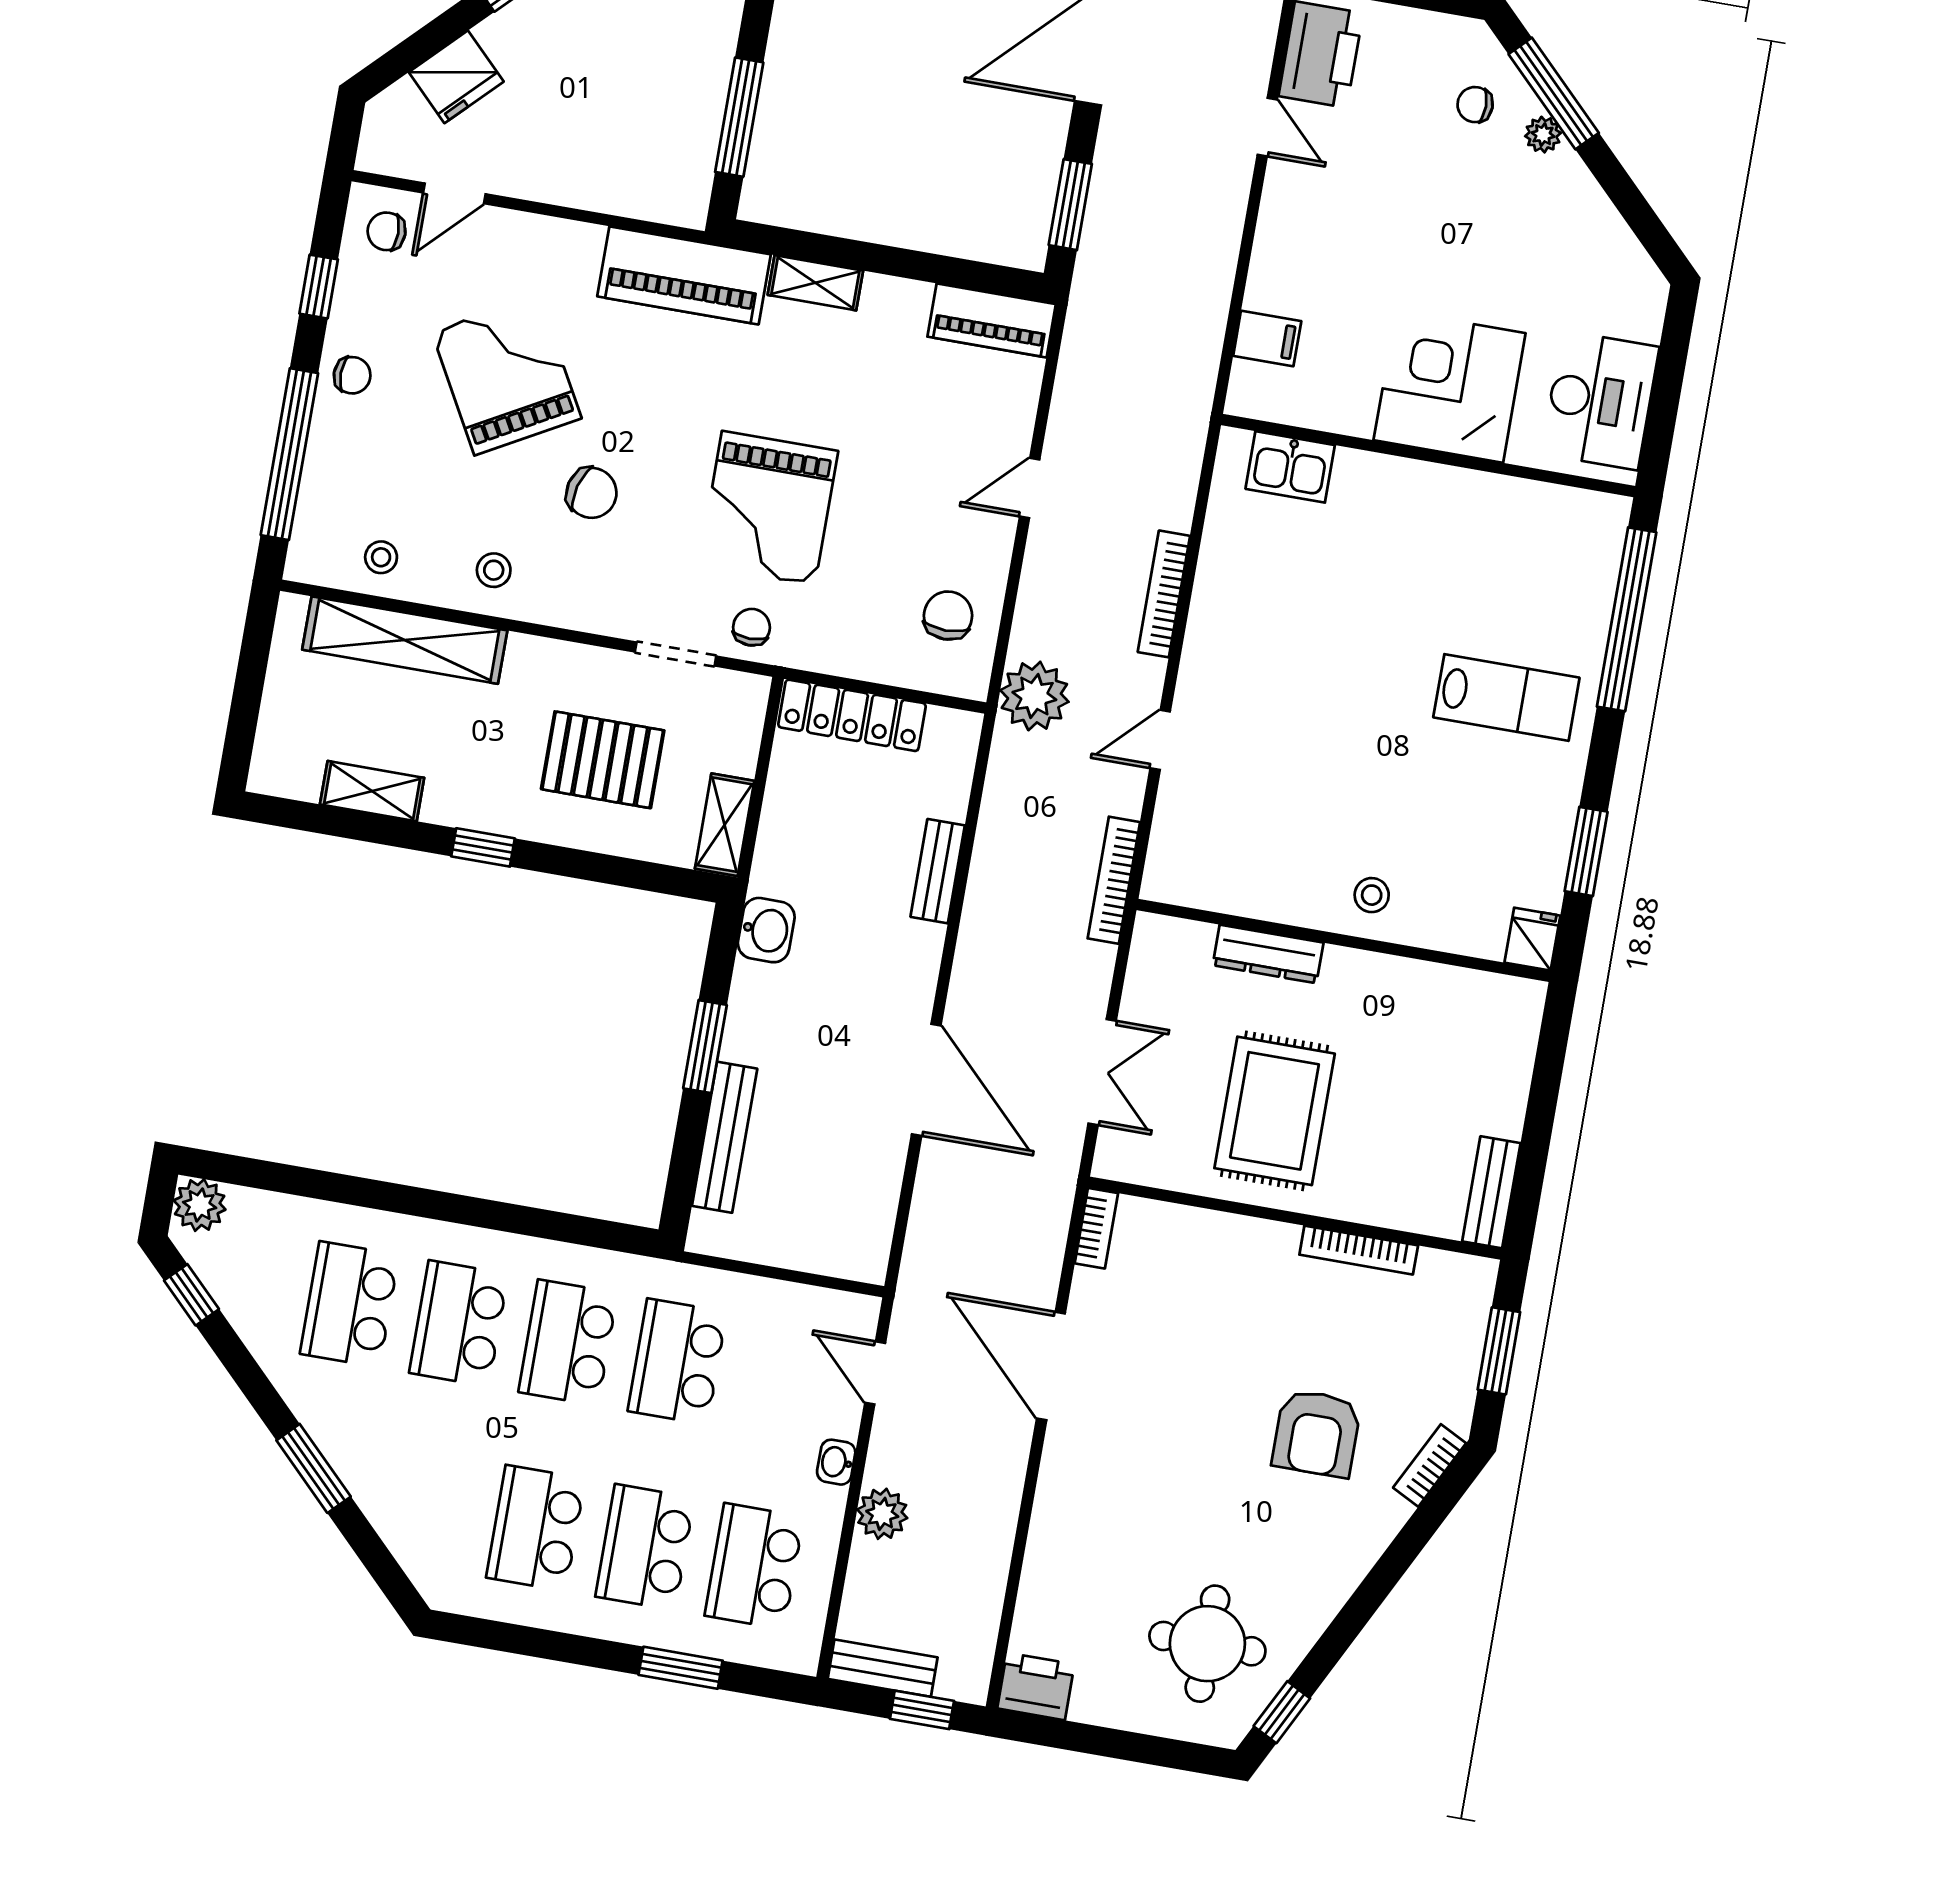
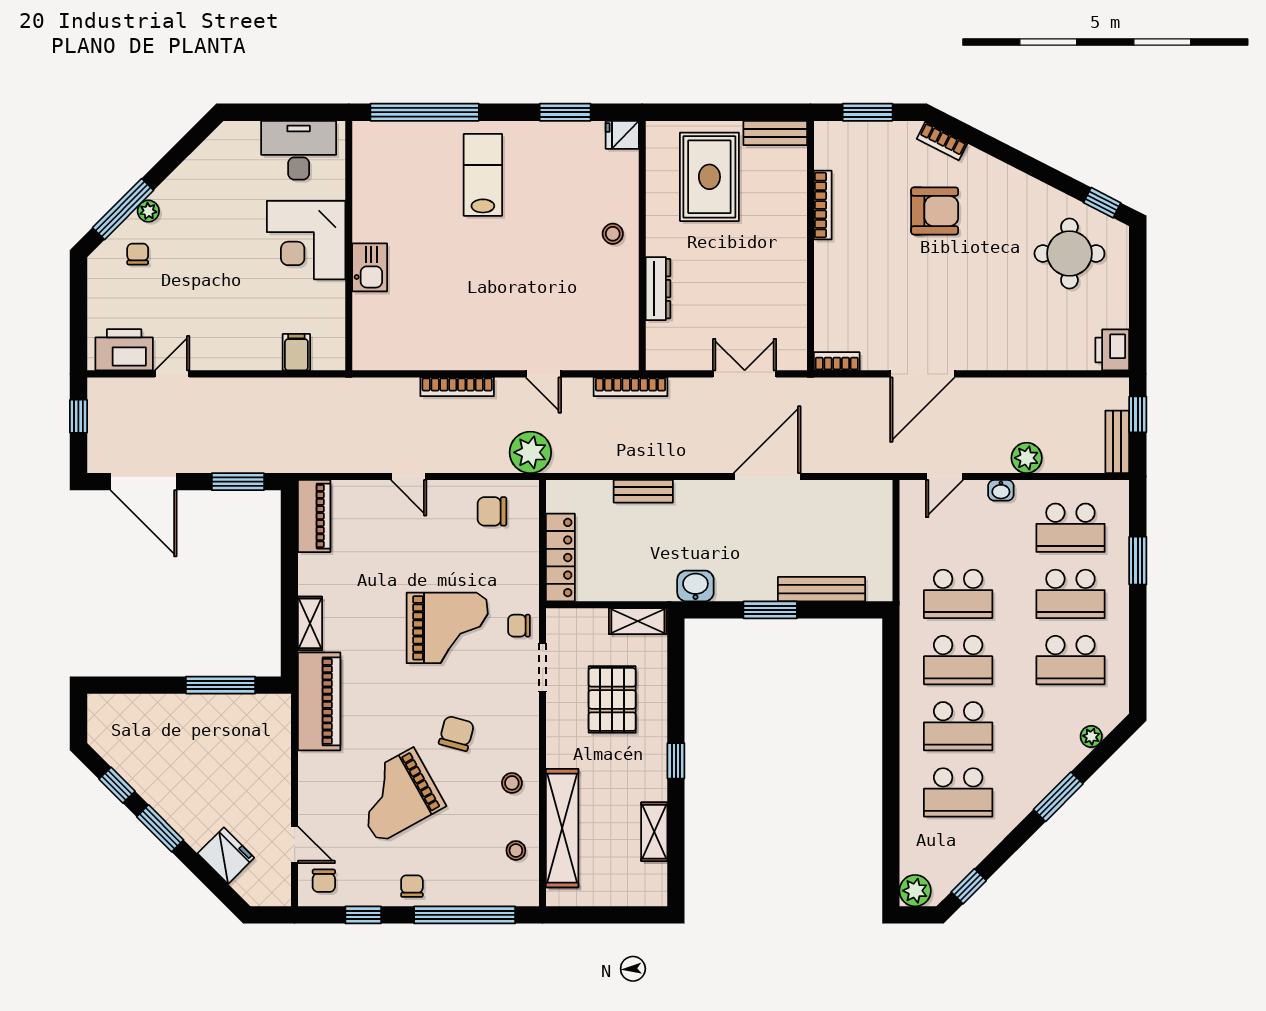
chair: (1475, 105) -> (138, 254), turned 180
kitchen sink: (1290, 467) -> (370, 267), moved
rug: (1275, 1111) -> (709, 177), moved, turned 90
plant: (403, 1540) -> (1091, 737), added

